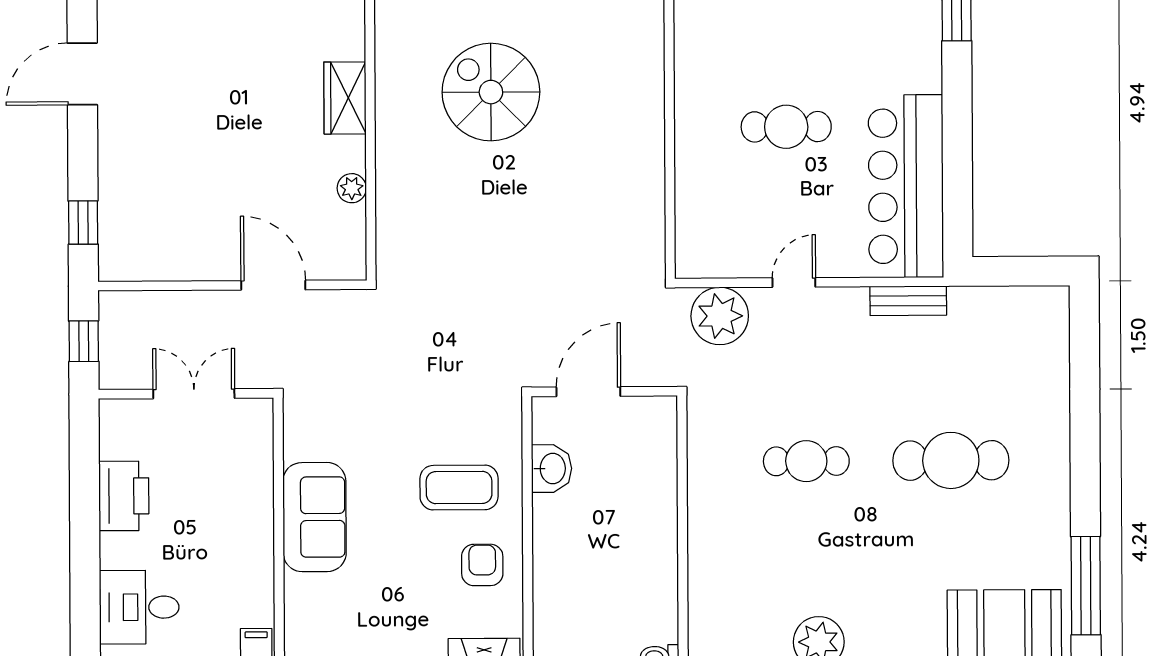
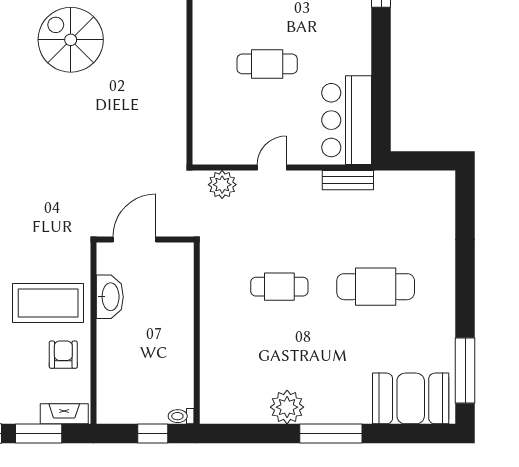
bar counter: (906, 186) -> (347, 120), width x0.73
plant: (720, 316) -> (222, 185), width x0.73, depth x0.73
washbasin: (552, 469) -> (110, 297), width x1.38
coffee table: (459, 488) -> (48, 303), width x1.36, depth x1.32

